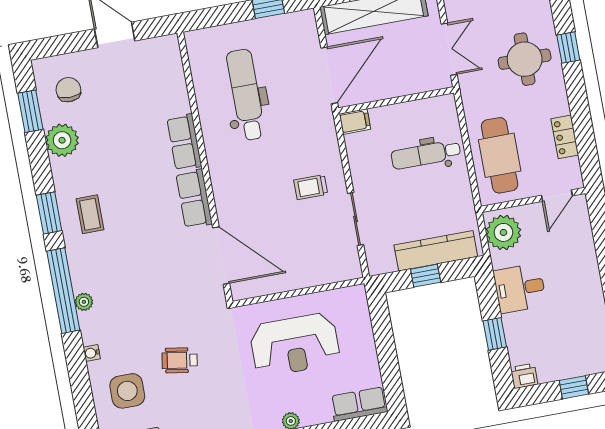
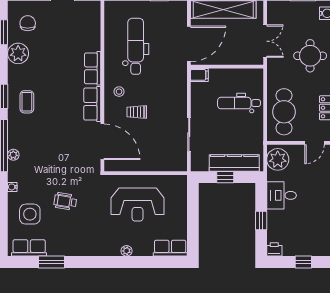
stool: (233, 171) -> (119, 92), added
trolley: (311, 187) -> (137, 112), moved

